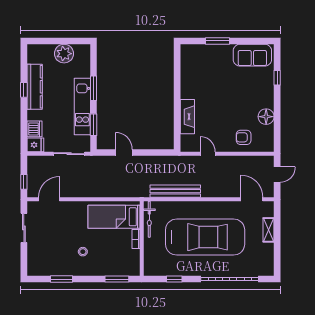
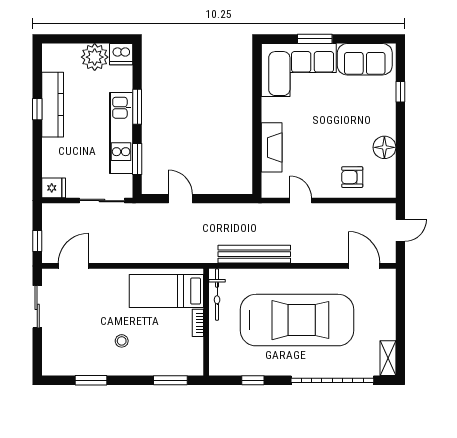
corner sofa: (206, 63) -> (299, 70), added
dishwasher: (35, 129) -> (121, 54), moved, turned 90
shelving: (269, 230) -> (388, 358), moved

